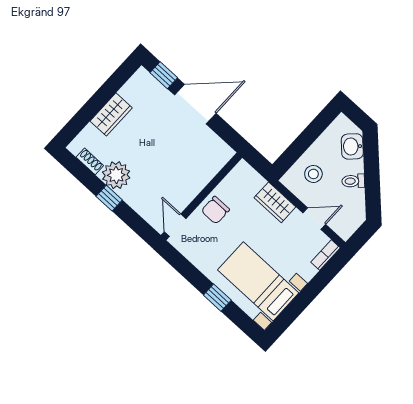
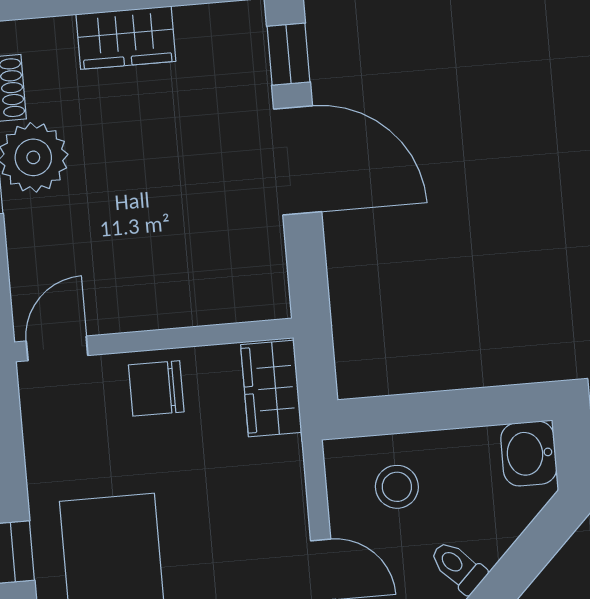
washbasin: (352, 146) -> (529, 454), moved, turned -45
wardrobe: (275, 202) -> (271, 389), moved

